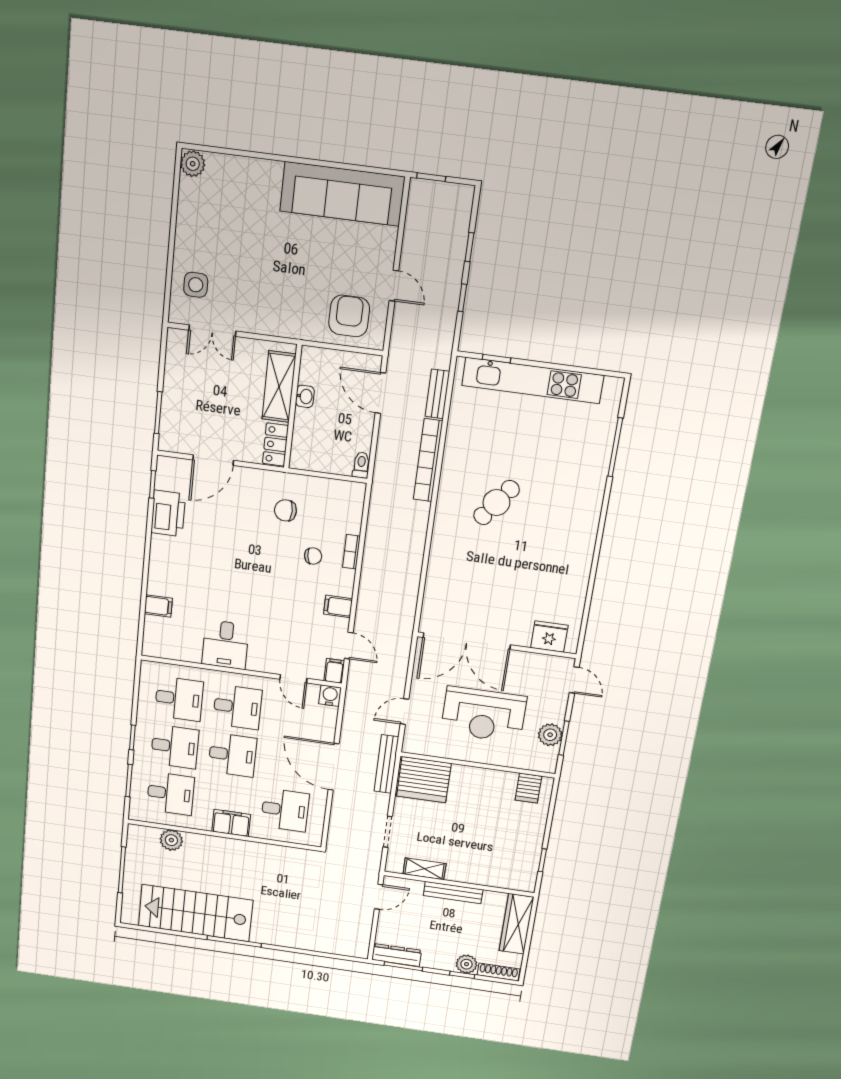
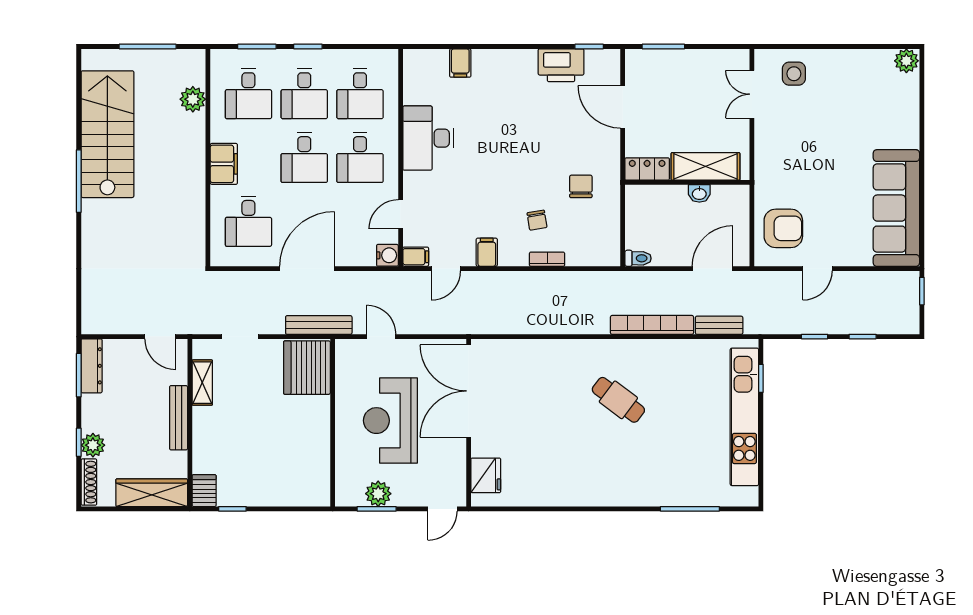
desk: (225, 645) -> (428, 138), width x1.37
server rack: (528, 788) -> (204, 491), moved, turned 90

